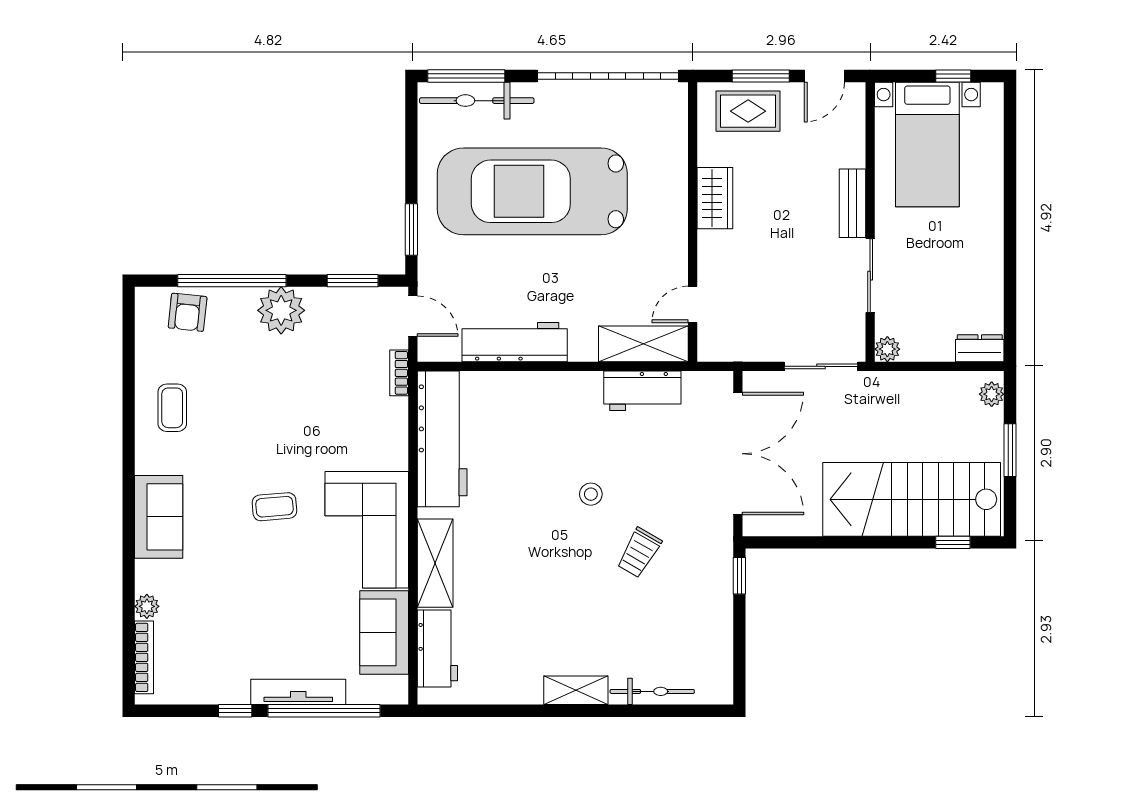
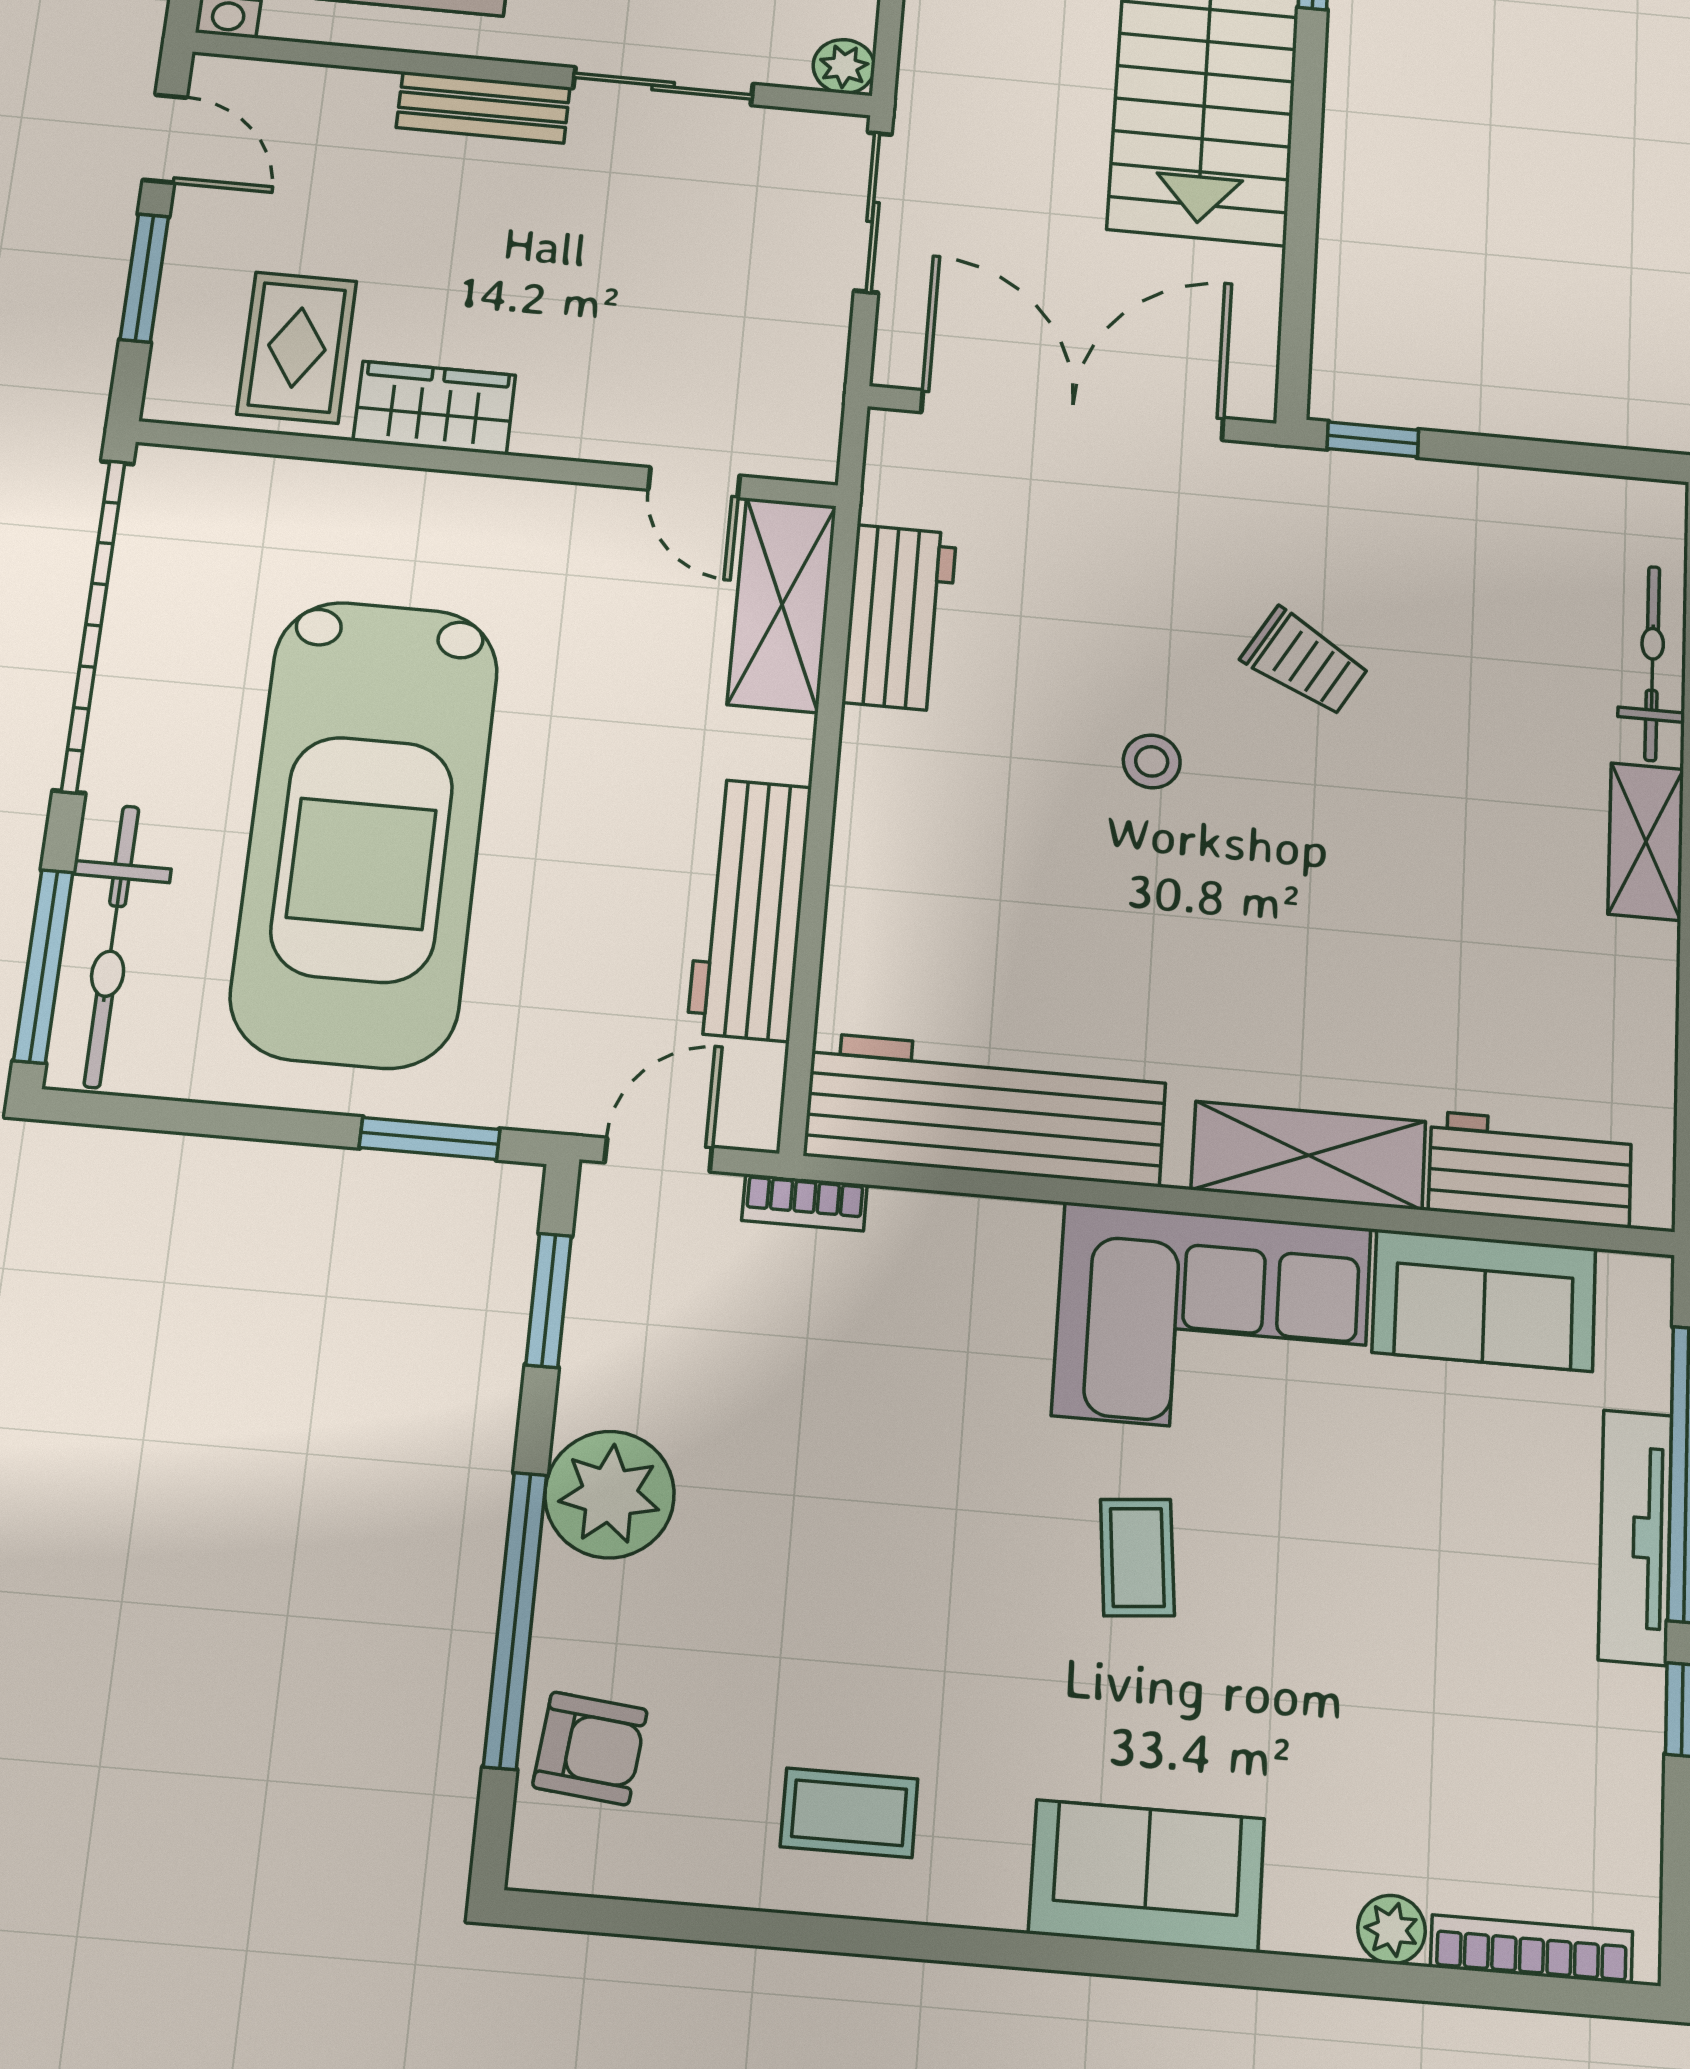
rug: (748, 111) -> (297, 348), moved

